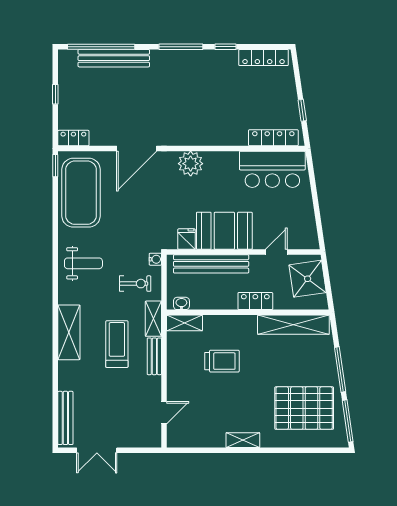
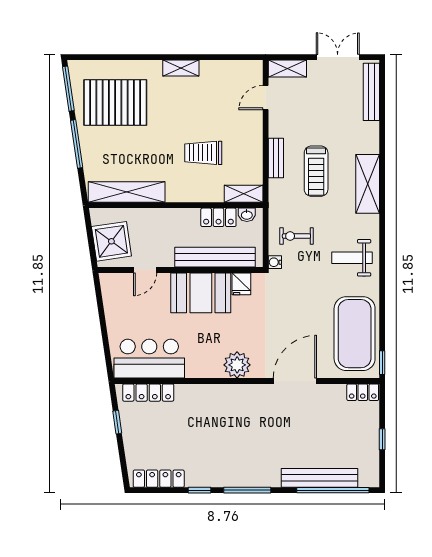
locker: (255, 301) -> (218, 217), moved
shelving: (153, 319) -> (287, 69), moved, turned 90

